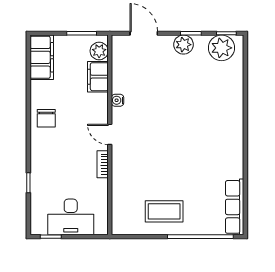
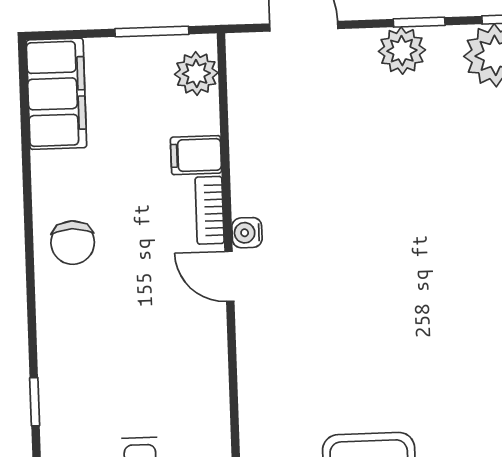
filing cabinet: (98, 77) -> (196, 155), width x0.50
water cooler: (118, 100) -> (247, 233), moved
bookcase: (103, 164) -> (210, 210), moved

